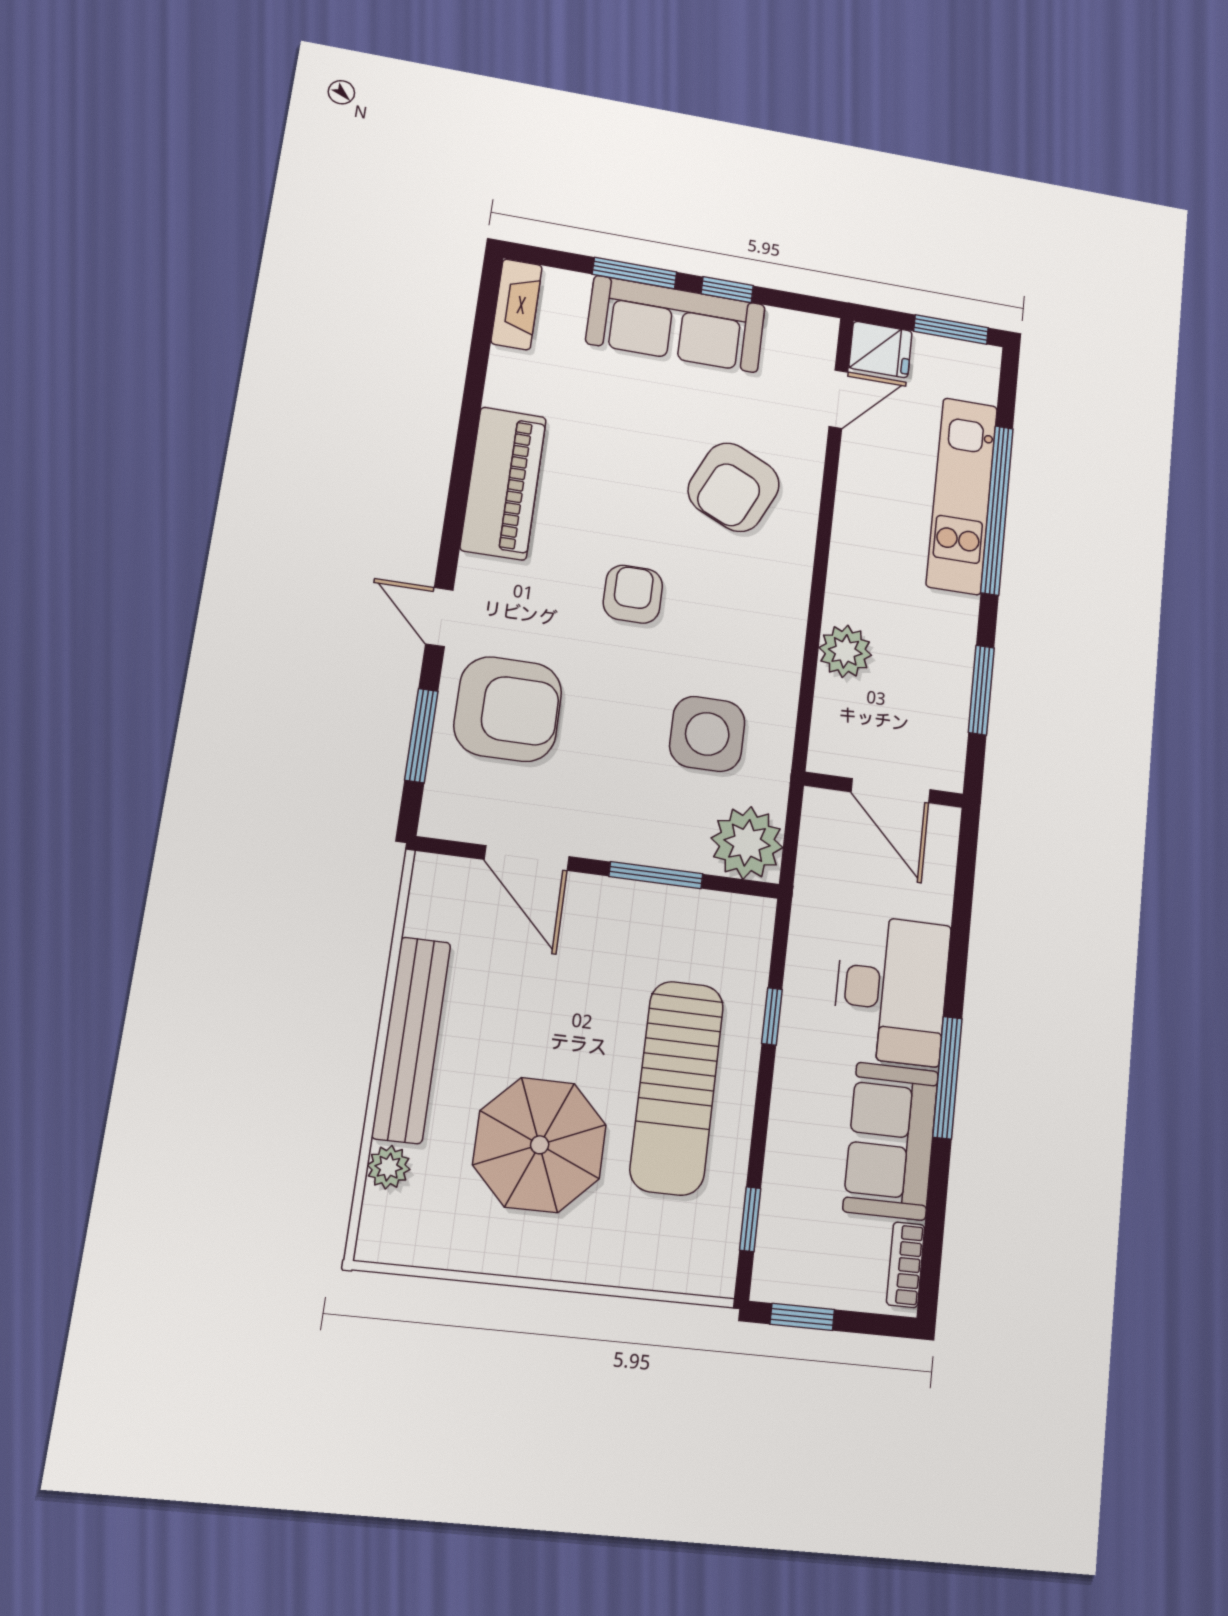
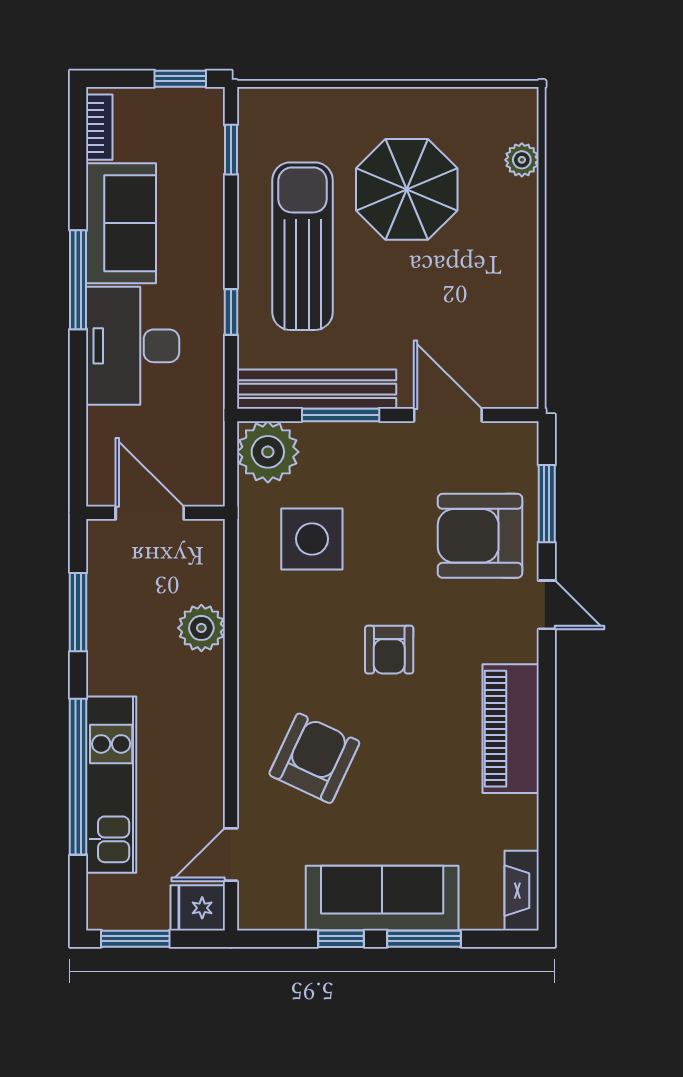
bench: (411, 1040) -> (317, 389), moved, turned 90

